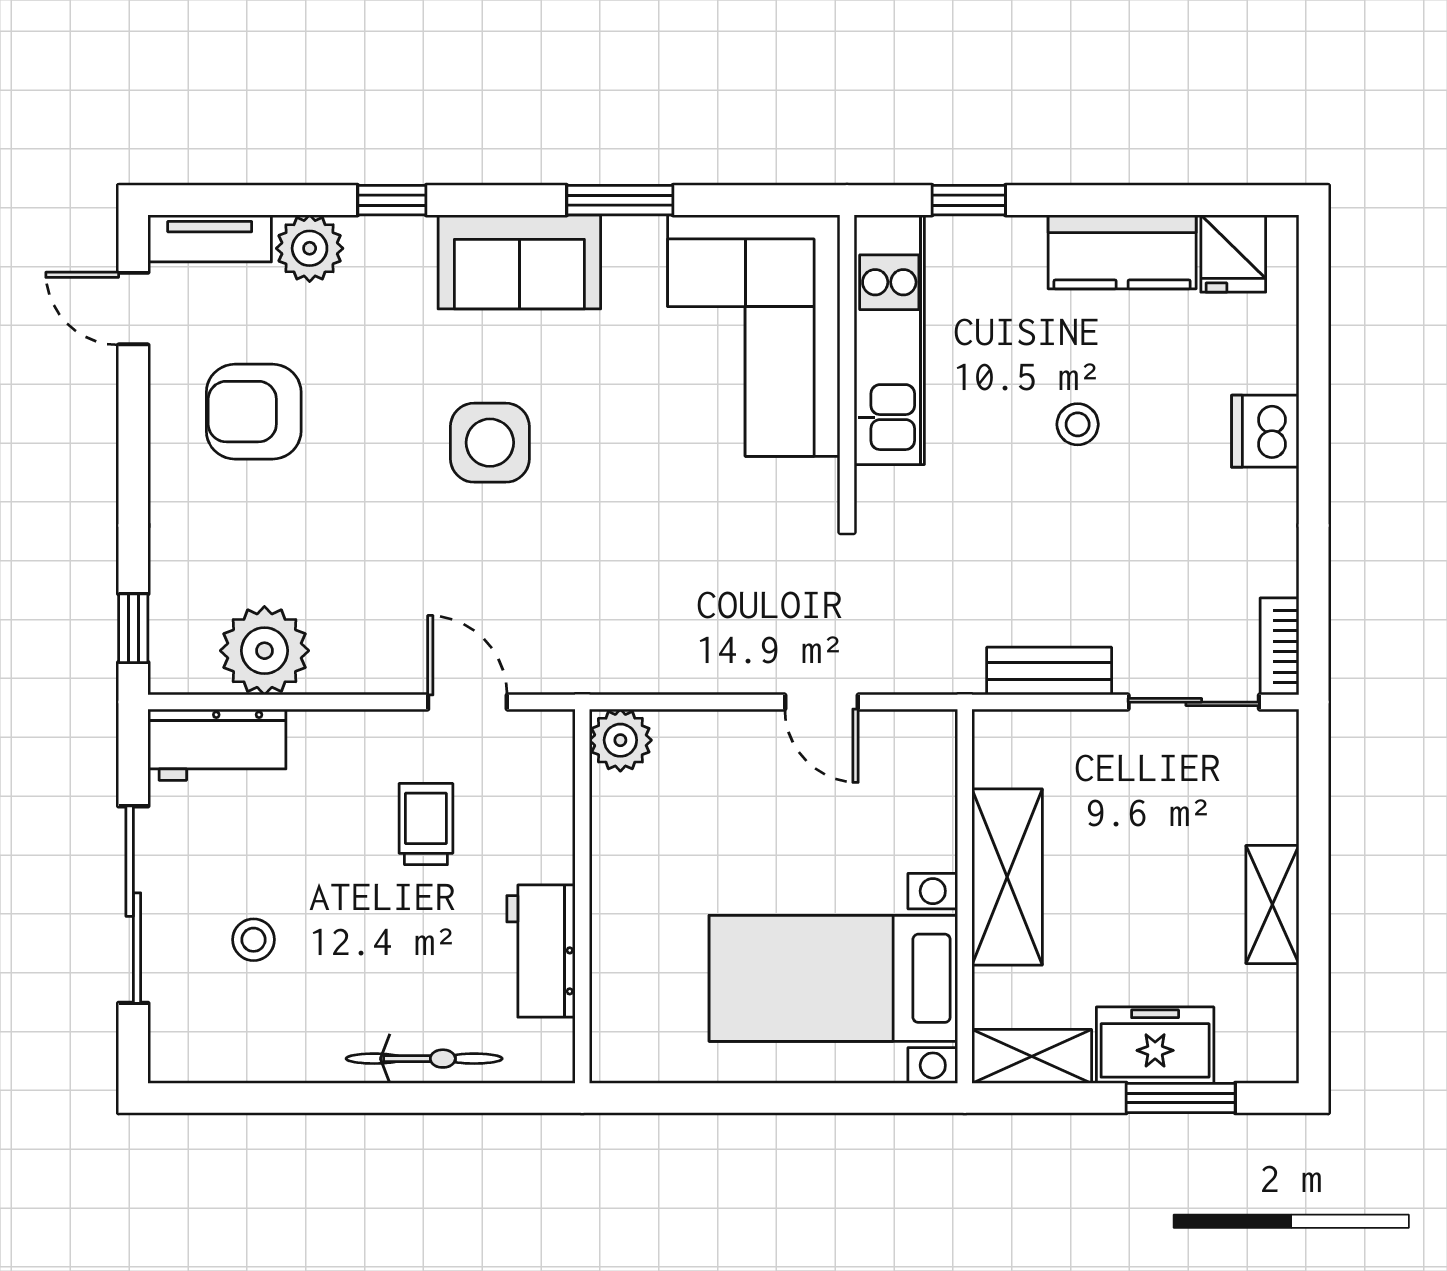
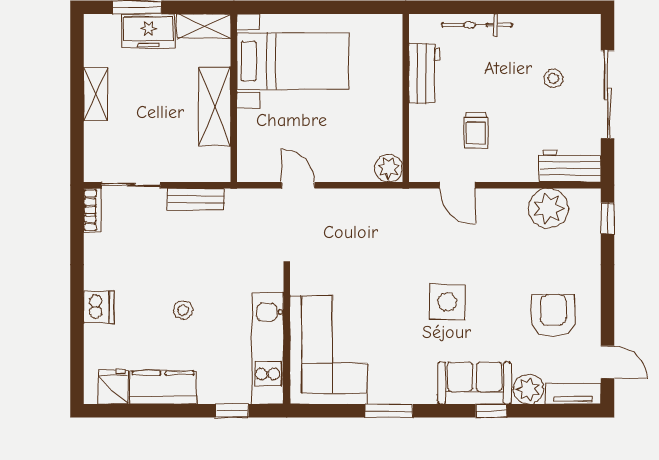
sofa: (519, 262) -> (475, 383), moved
armchair: (254, 412) -> (553, 316), turned -90

